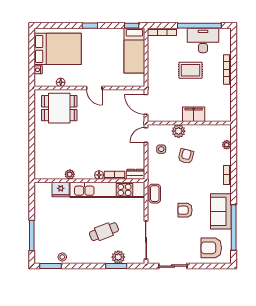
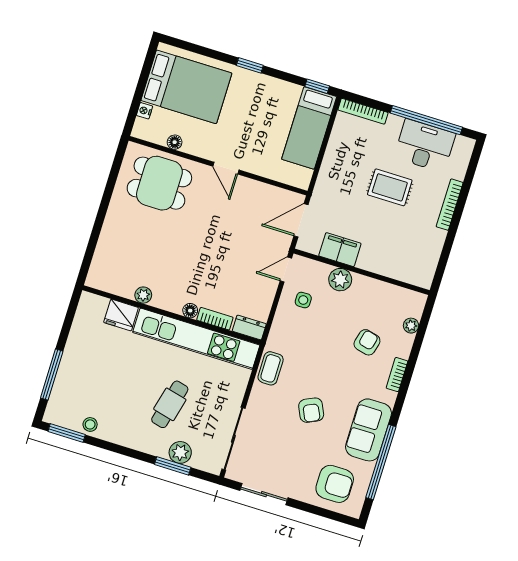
door: (146, 104) -> (301, 220), hinge flipped
filing cabinet: (194, 114) -> (340, 250), moved
armchair: (186, 156) -> (367, 342), moved
armchair: (185, 210) -> (311, 410), turned -115
cafe table: (104, 232) -> (170, 404), turned -55
armchair: (211, 248) -> (335, 484), turned 180

